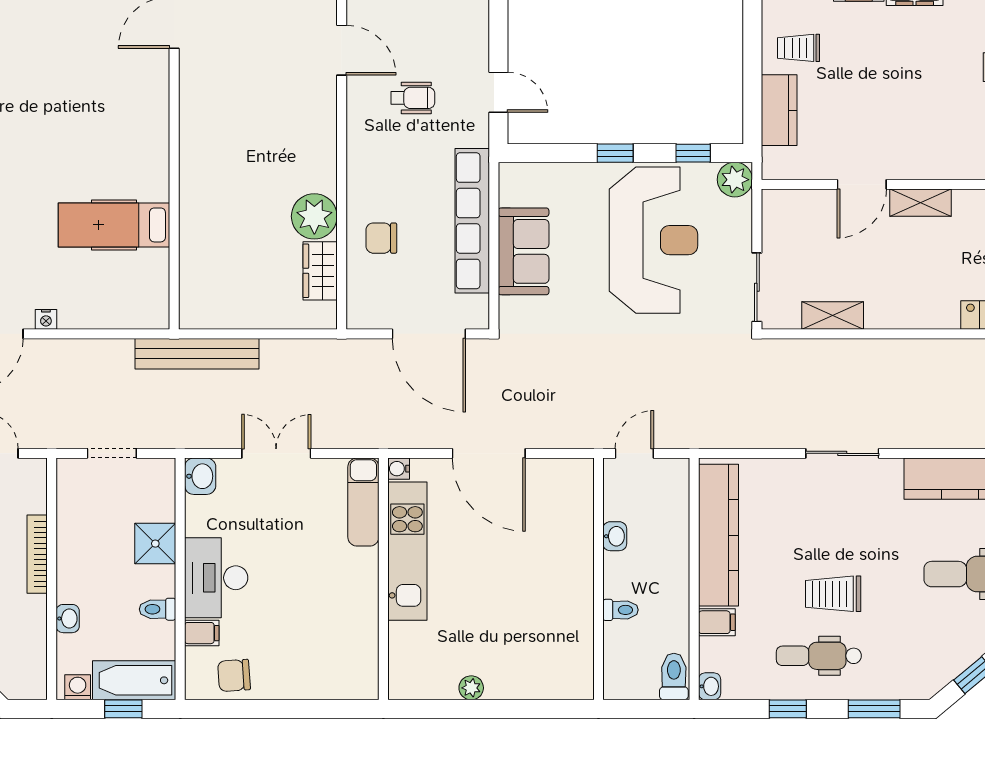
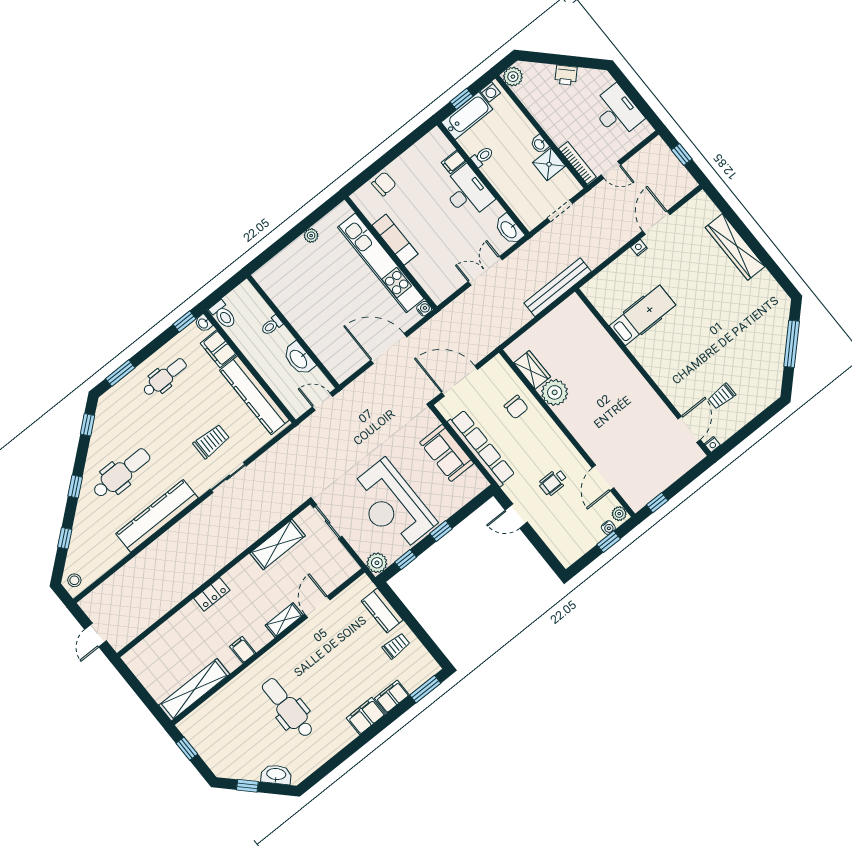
trolley: (95, 32) -> (722, 396), added
door: (342, 50) -> (603, 478), hinge flipped
chair: (381, 238) -> (516, 407), turned 90
shelving: (833, 316) -> (278, 544), width x1.50, depth x1.33
double door: (276, 453) -> (485, 271), swing flipped
door: (634, 453) -> (323, 402), swing flipped
washbasin: (200, 476) -> (509, 229), width x1.38
exam couch: (363, 502) -> (395, 240), moved
washbasin: (615, 536) -> (299, 359), width x1.91, depth x1.45
shower: (155, 544) -> (549, 164), moved
kitchen unit: (407, 551) -> (381, 263), width x1.36
bookcase: (37, 554) -> (577, 163), moved
trolley: (833, 594) -> (211, 441), moved
washbasin: (68, 619) -> (540, 144), moved
filing cabinet: (717, 622) -> (218, 349), width x2.00
chair: (234, 675) -> (384, 184), moved
plant: (31, 683) -> (513, 77), added
window: (788, 709) -> (184, 322), moved

